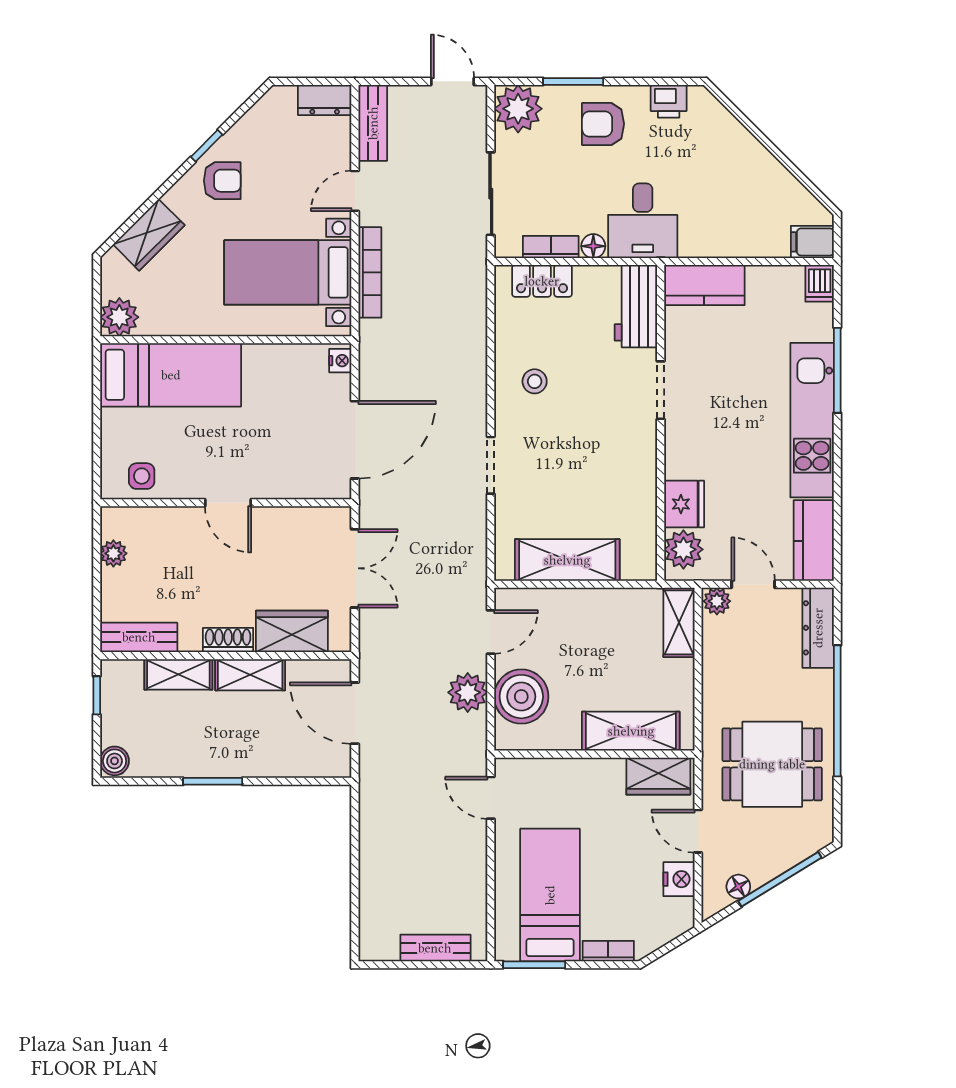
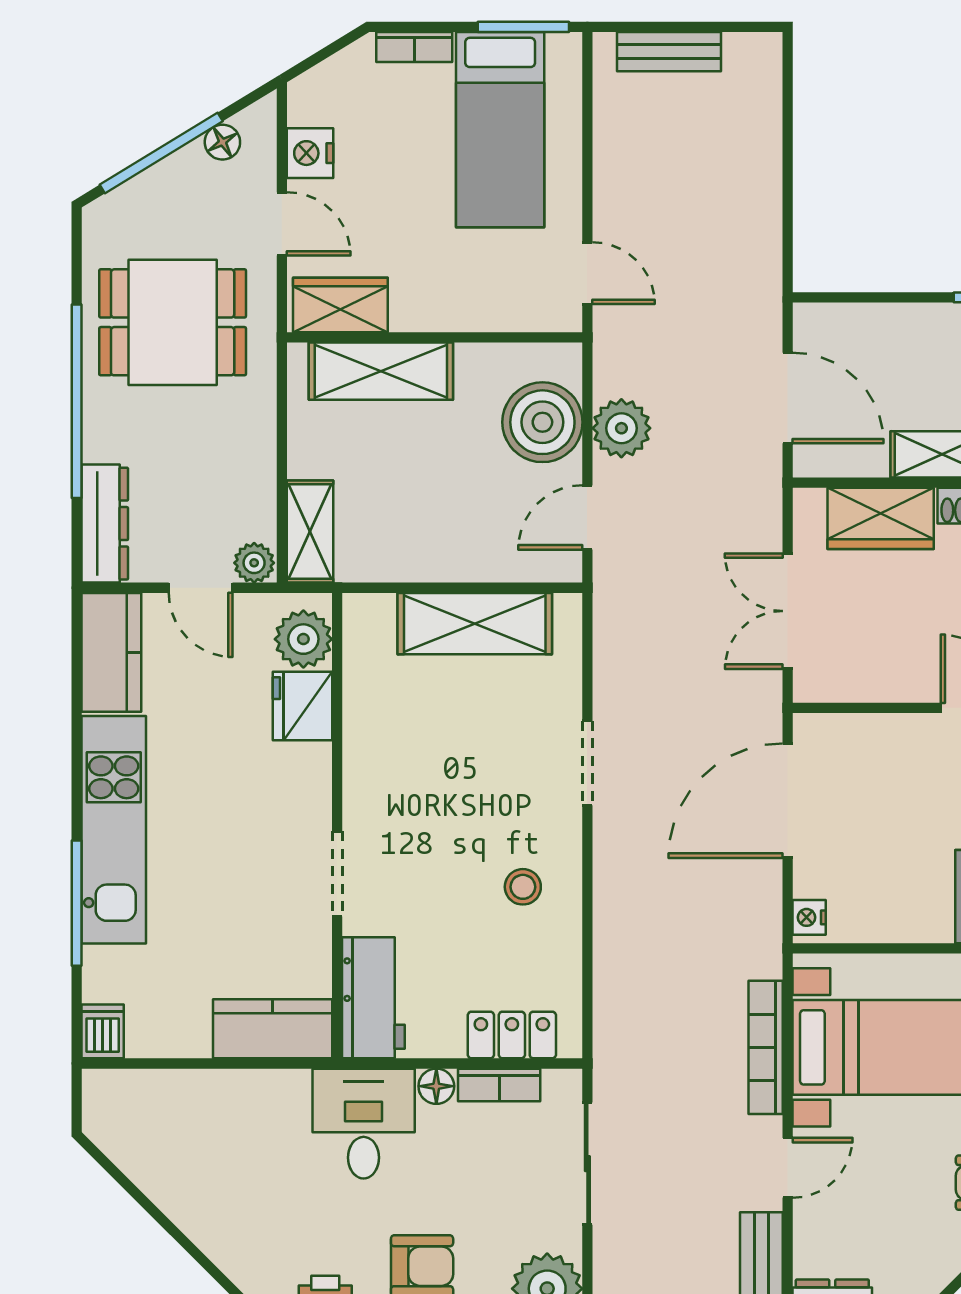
filing cabinet: (812, 242) -> (113, 1092), removed

